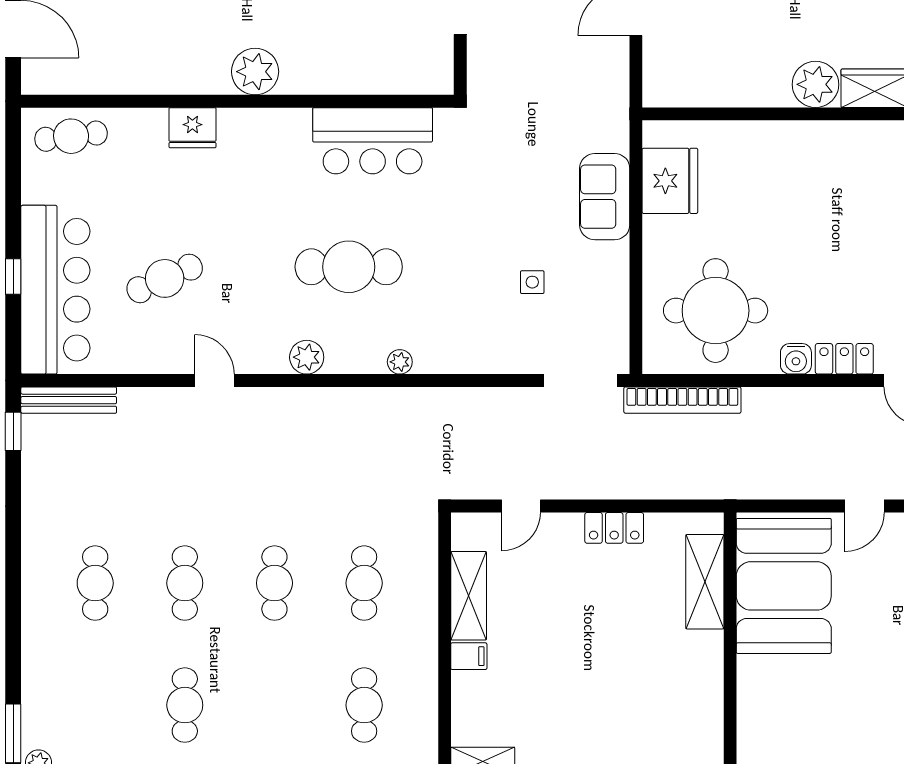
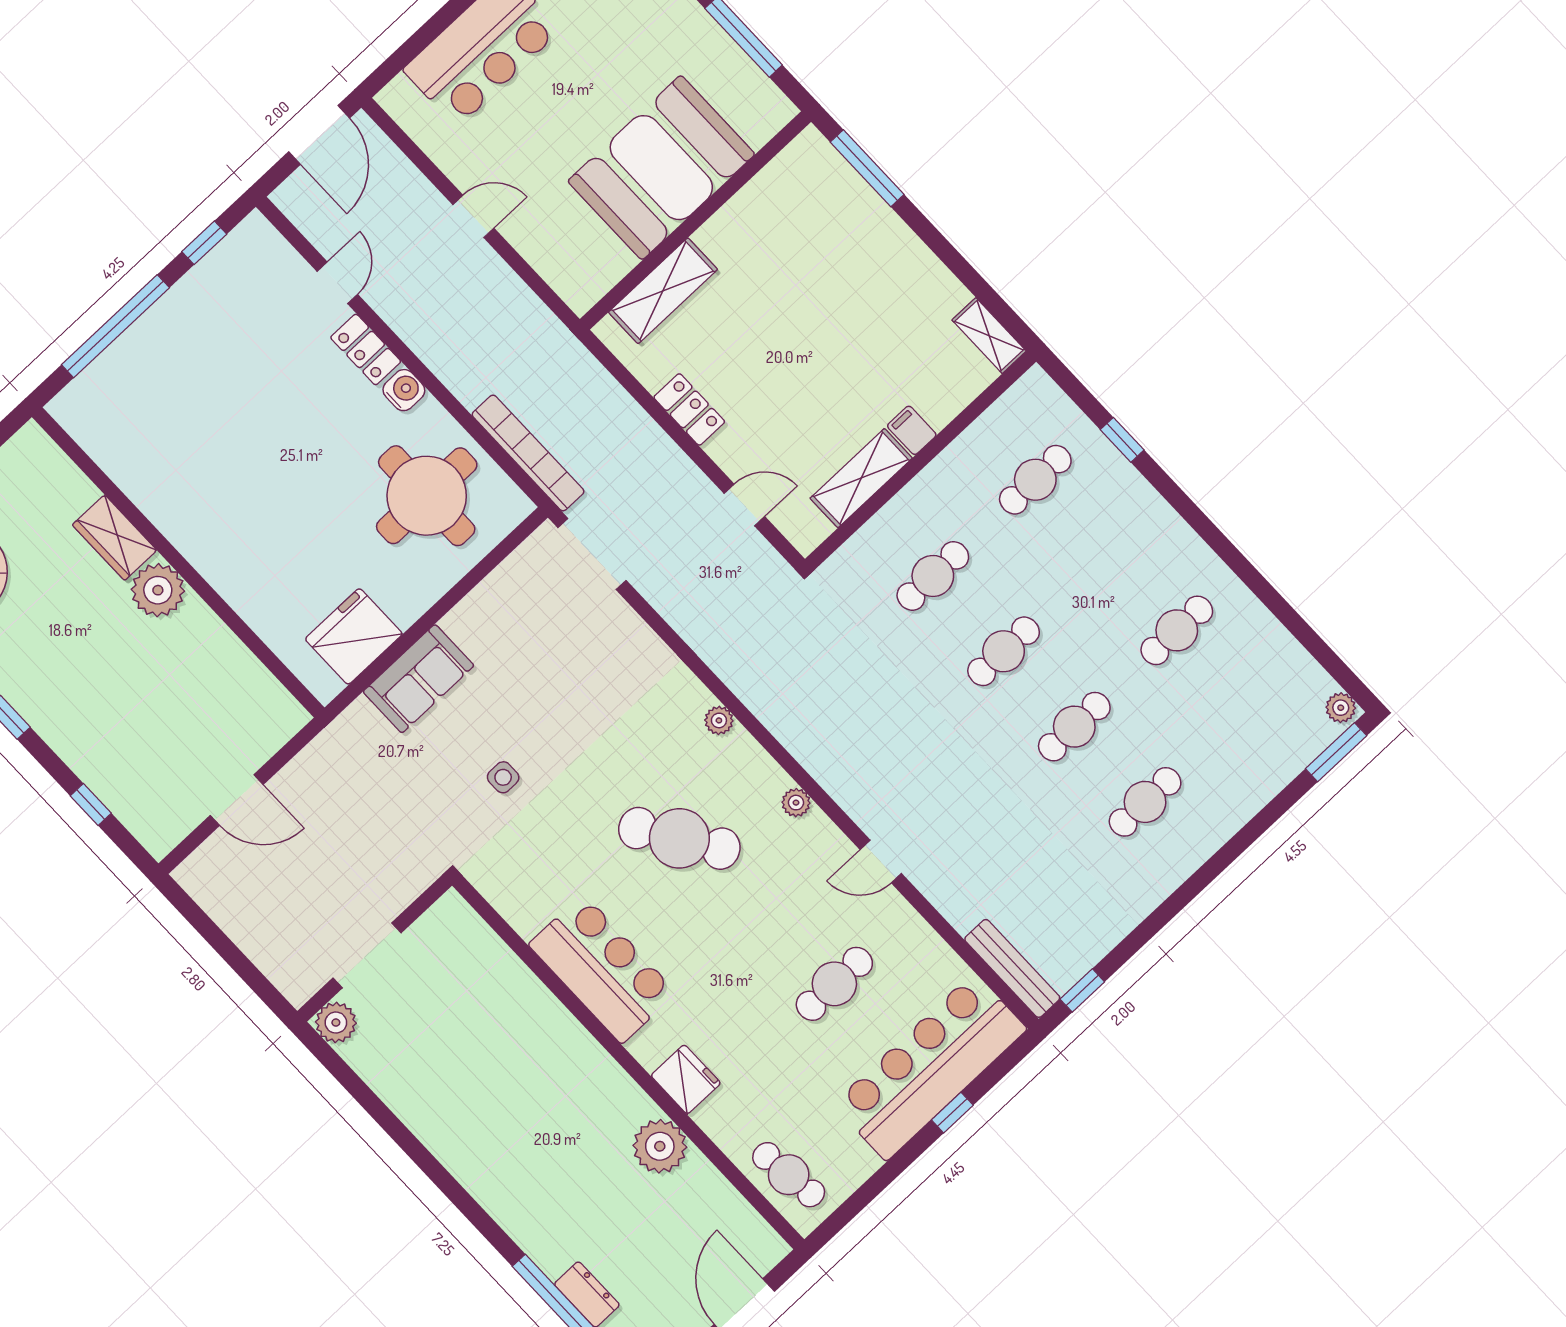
plant: (255, 72) -> (660, 1146), moved
bar counter: (373, 141) -> (602, 969), moved
cafe table: (349, 267) -> (679, 838), turned -33
cafe table: (165, 278) -> (834, 984), turned -66
side table: (532, 282) -> (503, 777), moved
plant: (307, 357) -> (796, 803), width x0.73, depth x0.73
door: (214, 380) -> (881, 861), hinge flipped
booth: (784, 586) -> (661, 168), moved

